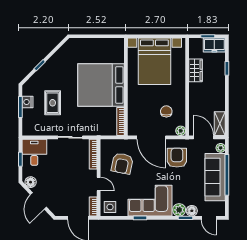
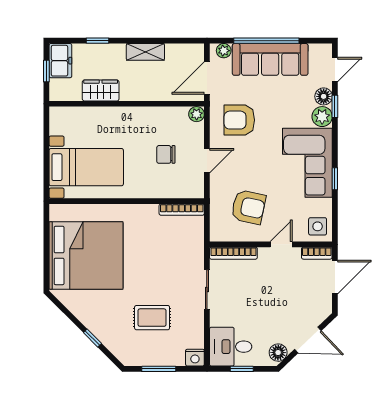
bed with nightstands: (154, 61) -> (86, 167), width x0.73
bed: (101, 85) -> (86, 255), moved, turned -90
nightstand: (27, 102) -> (195, 358), moved
chair: (166, 111) -> (166, 154), moved
shelving: (220, 124) -> (145, 52), moved
door: (151, 137) -> (207, 161), width x0.53

